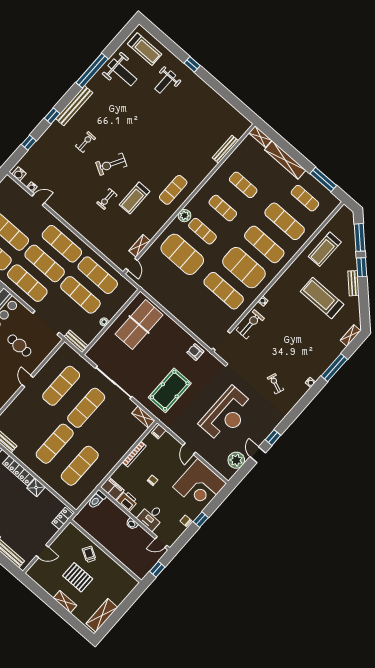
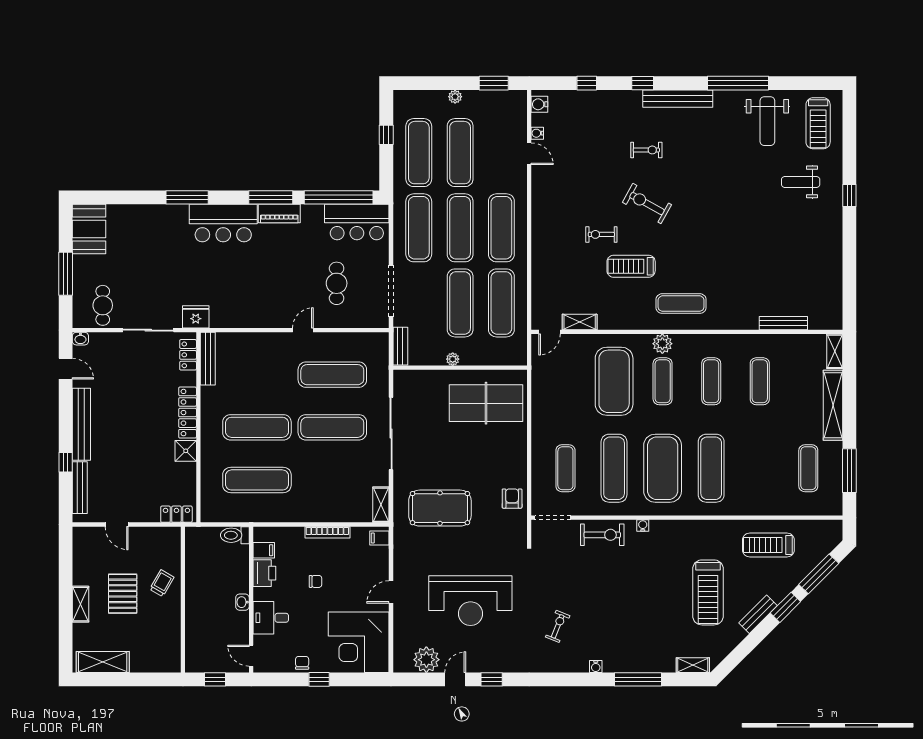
exercise mat: (285, 221) -> (565, 468), moved, width x0.73, depth x0.69
treadmill: (322, 298) -> (708, 592), turned 180
filing cabinet: (112, 489) -> (264, 550), width x0.50

